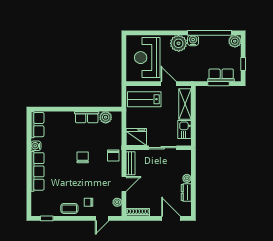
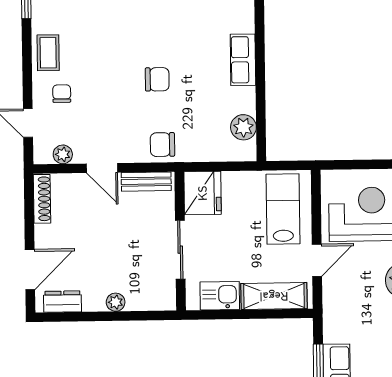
row of seats: (87, 117) -> (243, 60), moved
dresser: (186, 192) -> (63, 302), moved

